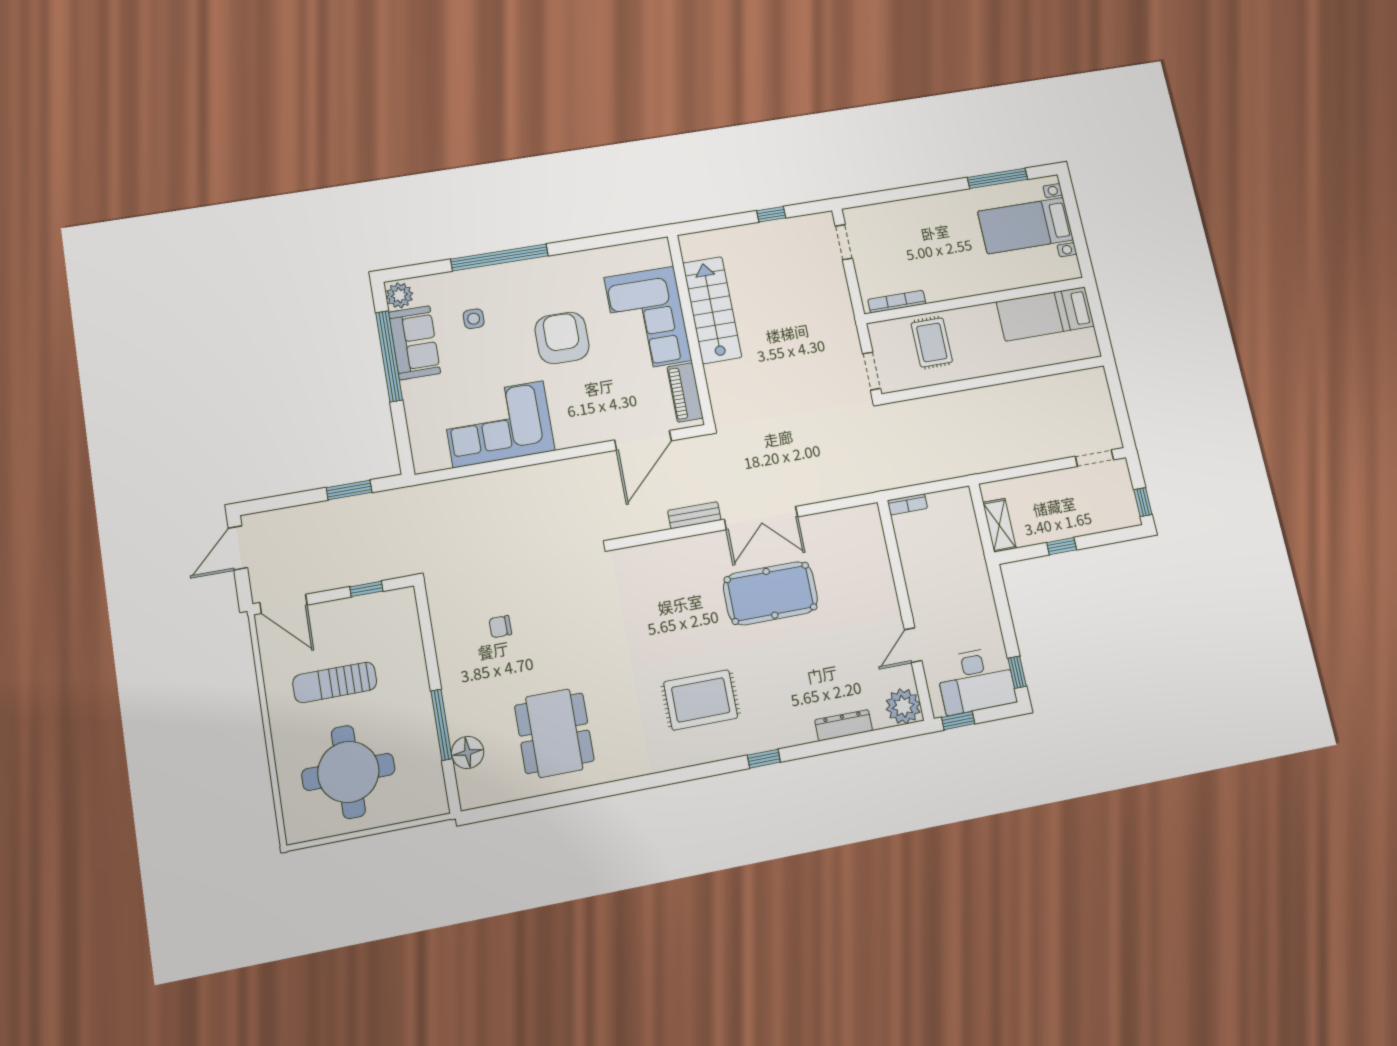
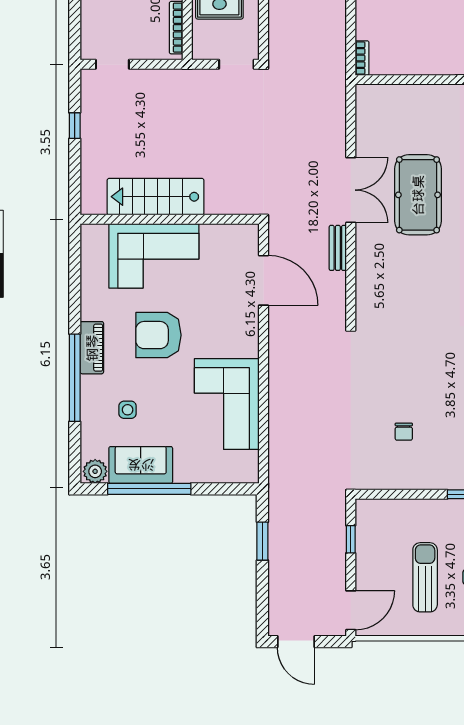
piano: (685, 392) -> (92, 348), moved, turned -90
sun lounger: (335, 682) -> (425, 577), turned 180

